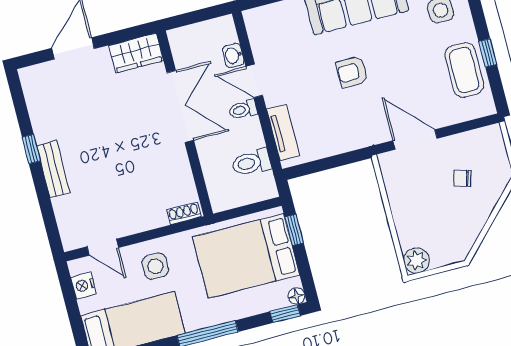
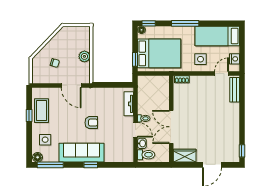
window: (31, 149) -> (242, 151), moved
toilet: (251, 163) -> (146, 155), moved
bench: (53, 169) -> (235, 90), moved
door: (103, 247) -> (222, 74), hinge flipped
plant: (416, 260) -> (84, 56), moved

